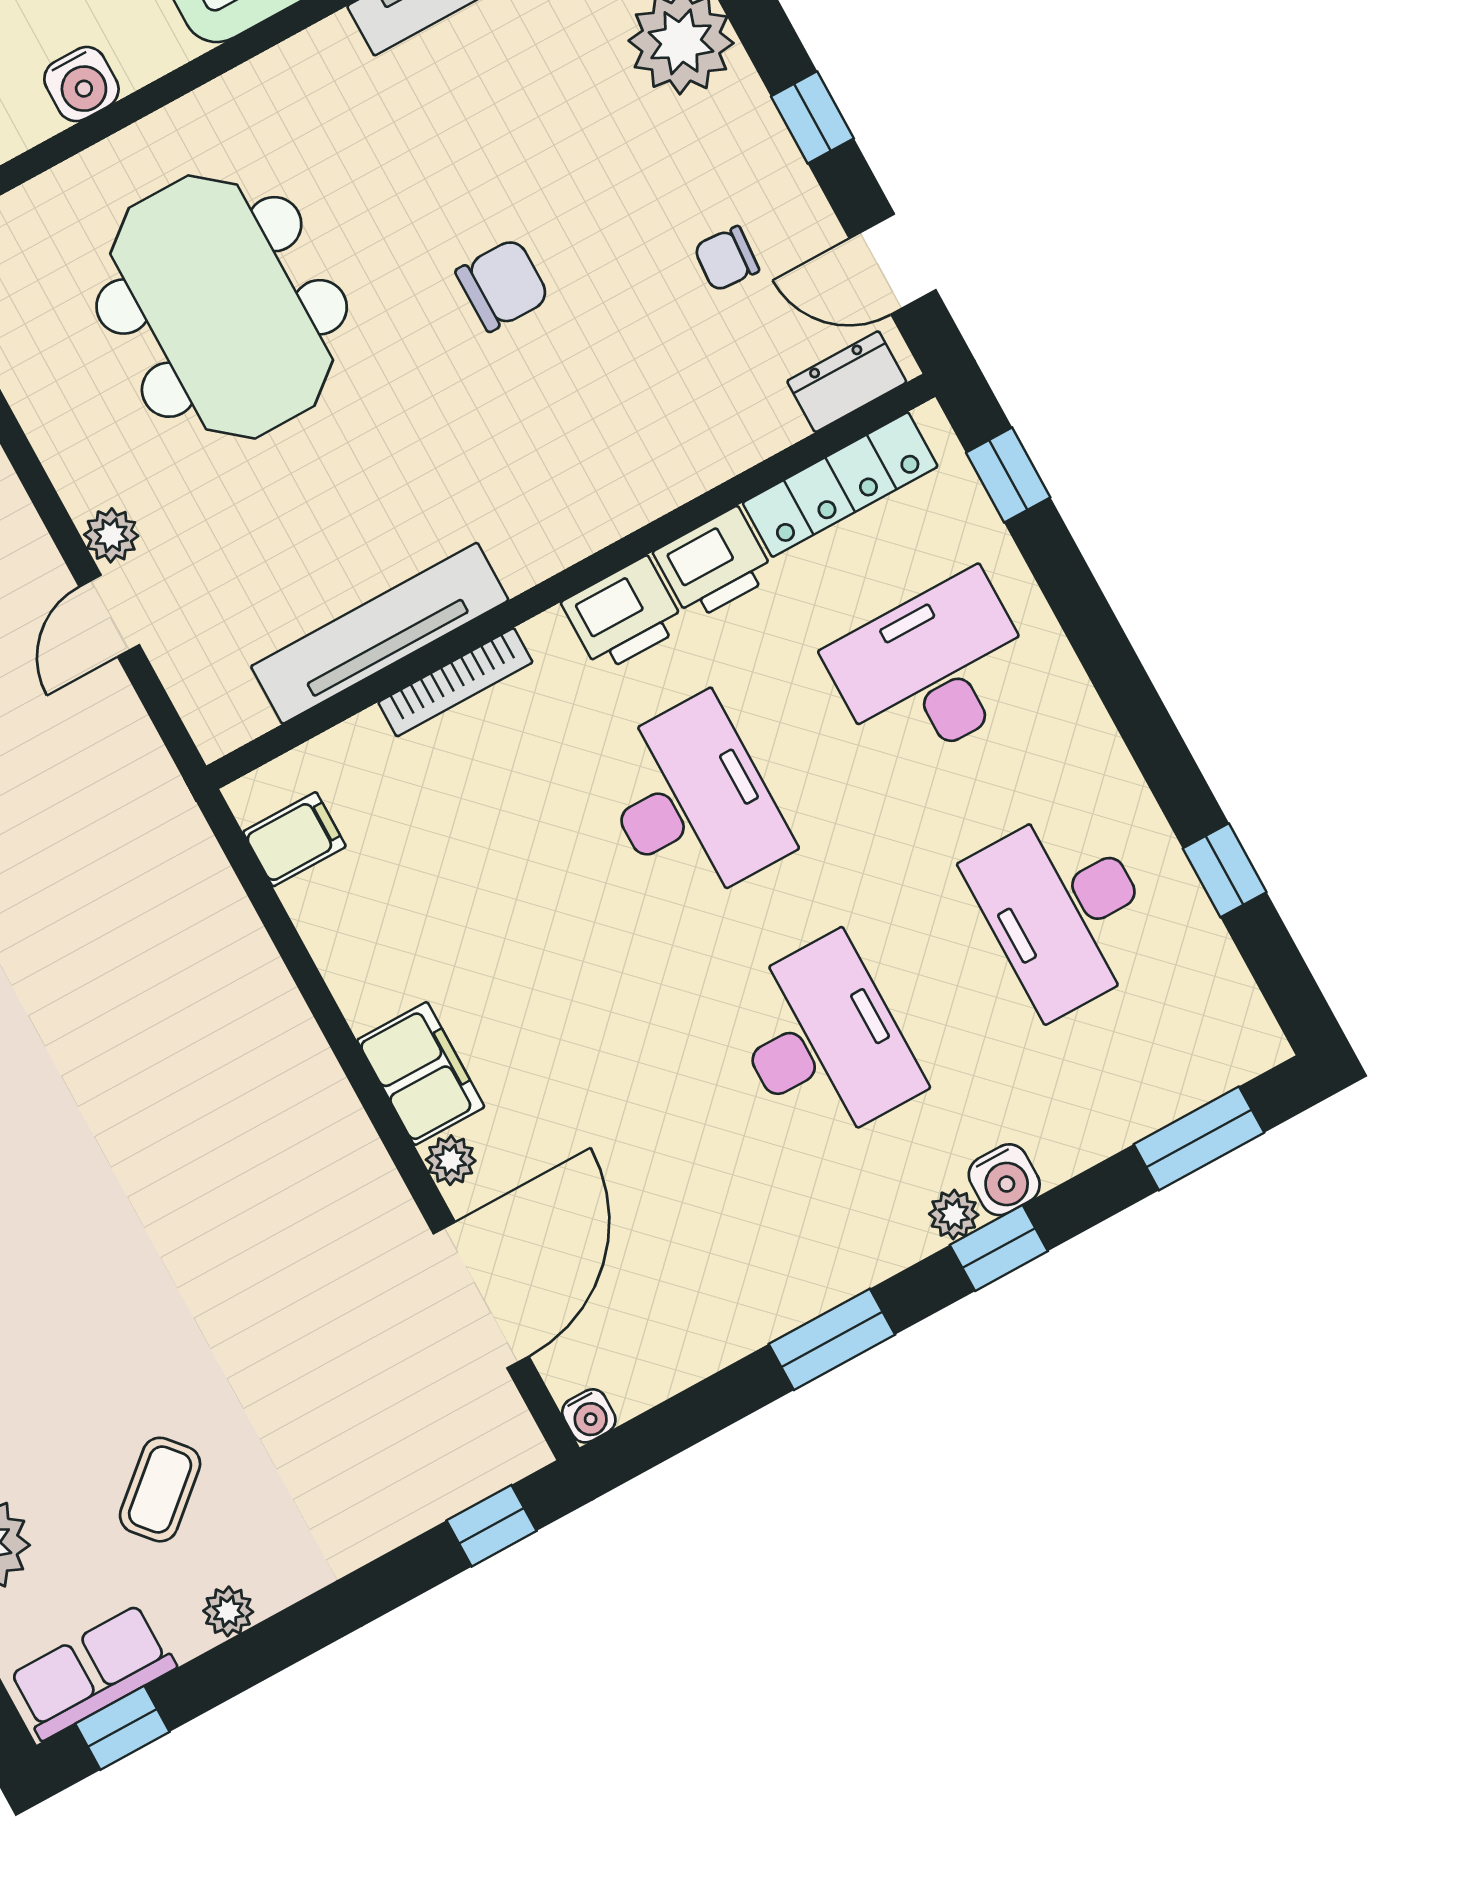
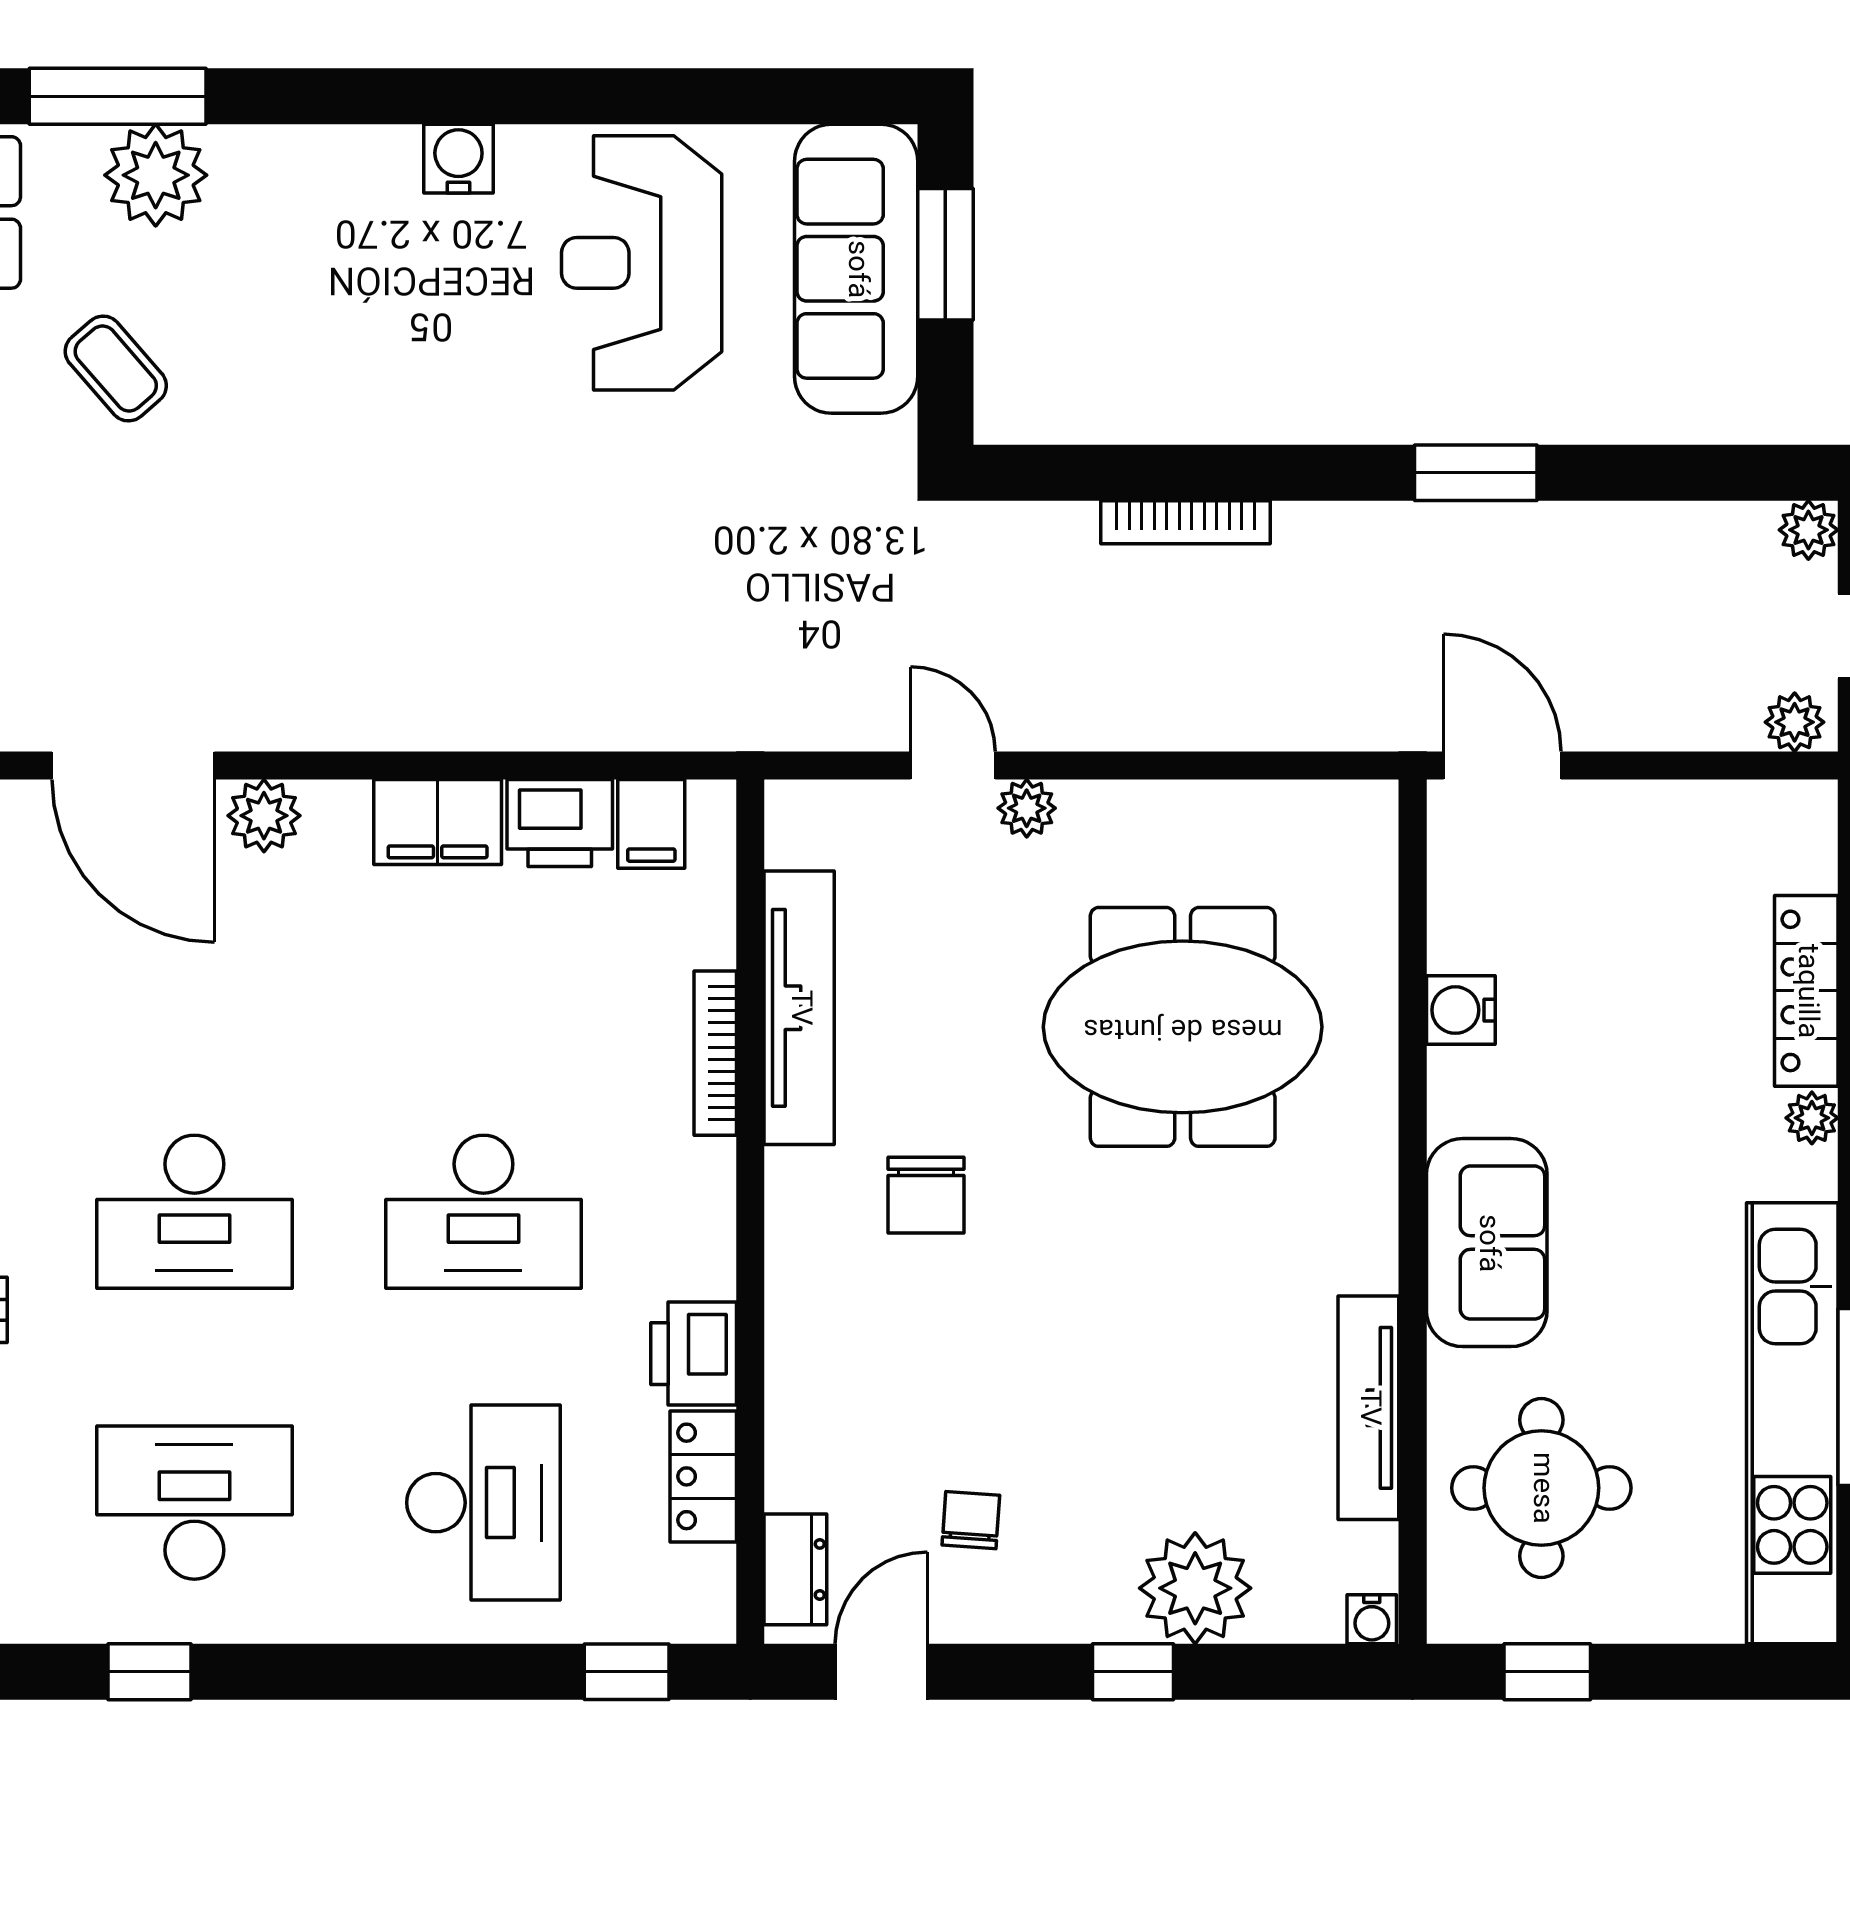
window: (812, 117) -> (1133, 1672), moved
chair: (503, 285) -> (926, 1195), moved
locker: (840, 485) -> (703, 1476), width x0.66
printer: (623, 614) -> (560, 823), moved, turned -90
filing cabinet: (421, 1074) -> (438, 822), moved
plant: (451, 1160) -> (264, 816), width x1.38, depth x1.38

